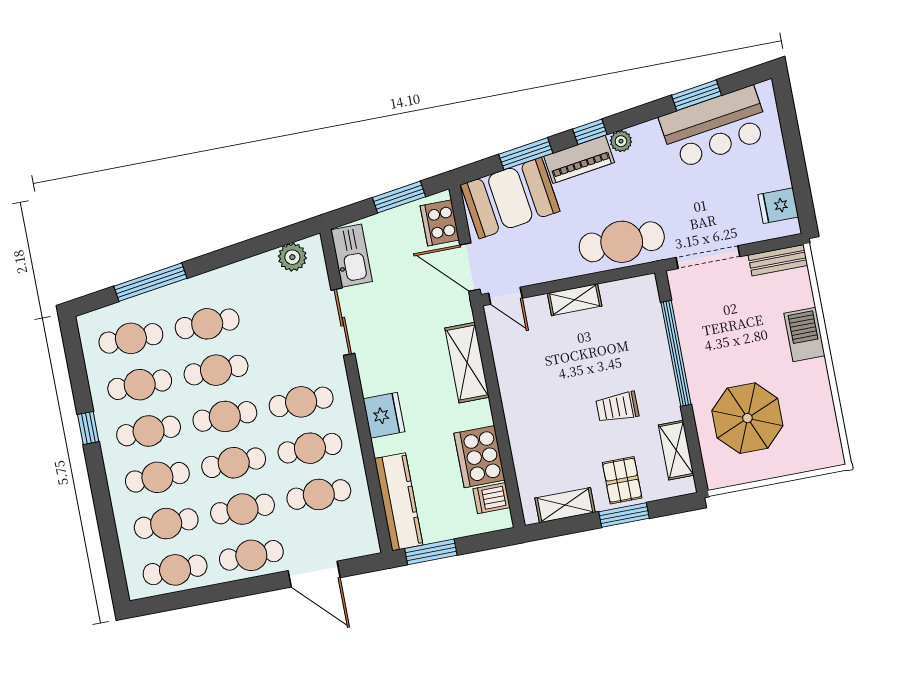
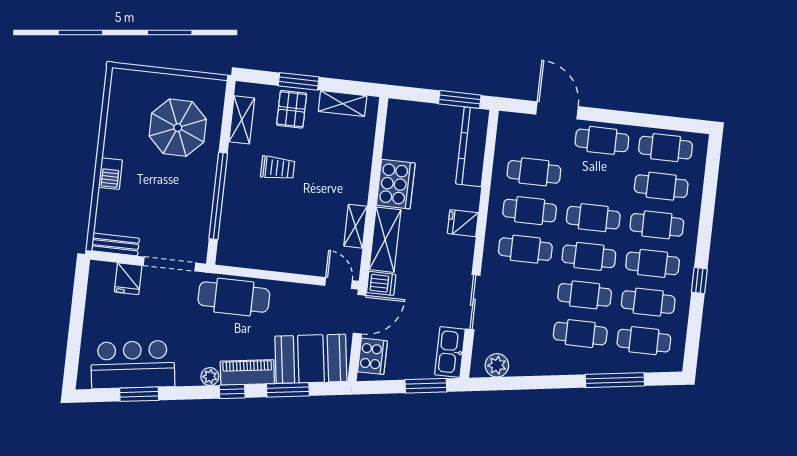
window: (399, 197) -> (426, 386), moved
fridge: (778, 206) -> (128, 279), moved, turned 90
door: (470, 267) -> (360, 314), hinge flipped
shelving: (575, 300) -> (355, 226), moved, turned 90
barbecue: (804, 335) -> (110, 174), width x0.73, depth x0.79
fridge: (384, 415) -> (463, 223), width x0.72
cooker: (480, 457) -> (396, 184), moved
dishwasher: (492, 498) -> (381, 283), moved
cafe table: (242, 509) -> (598, 179), removed

